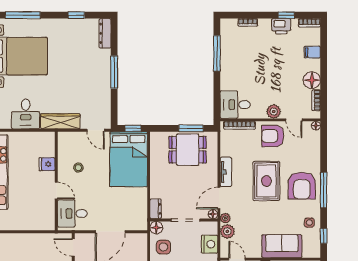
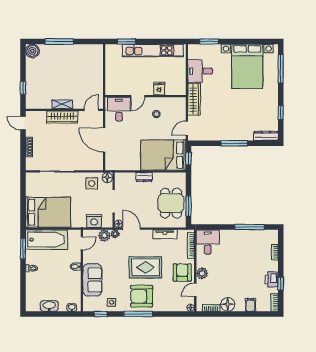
tv unit: (226, 172) -> (165, 234), moved
dresser: (156, 209) -> (144, 177), moved

